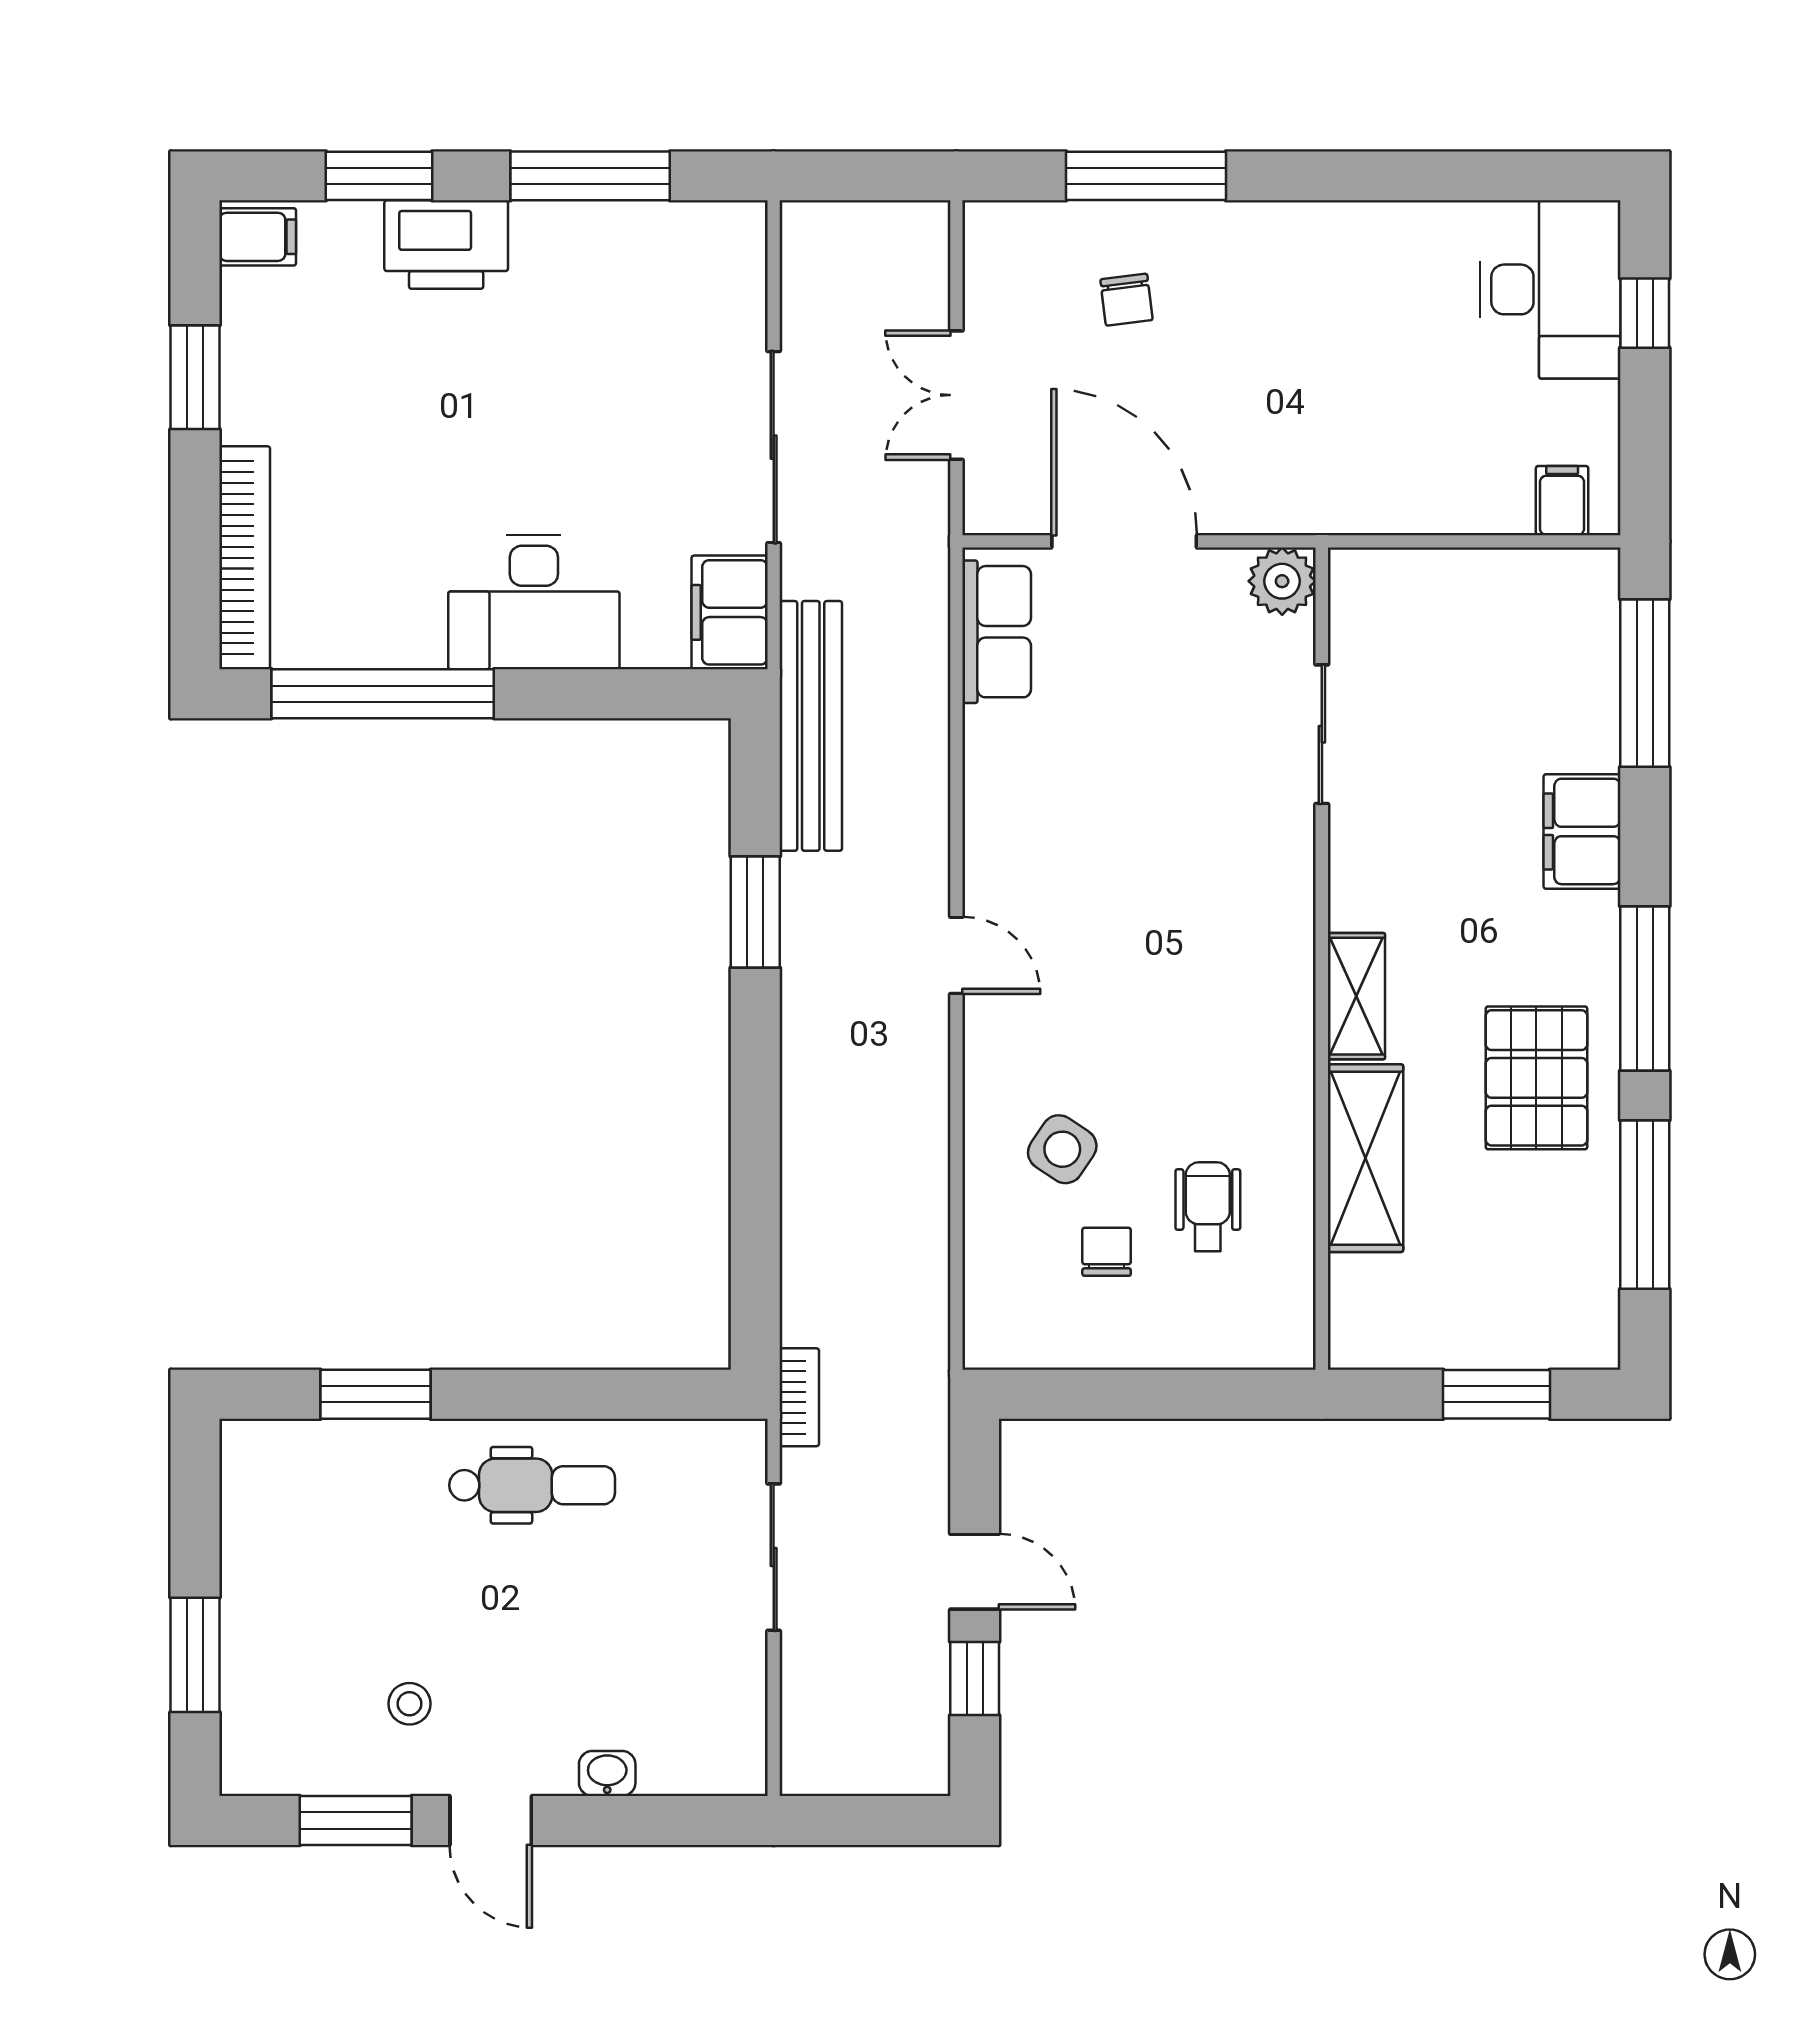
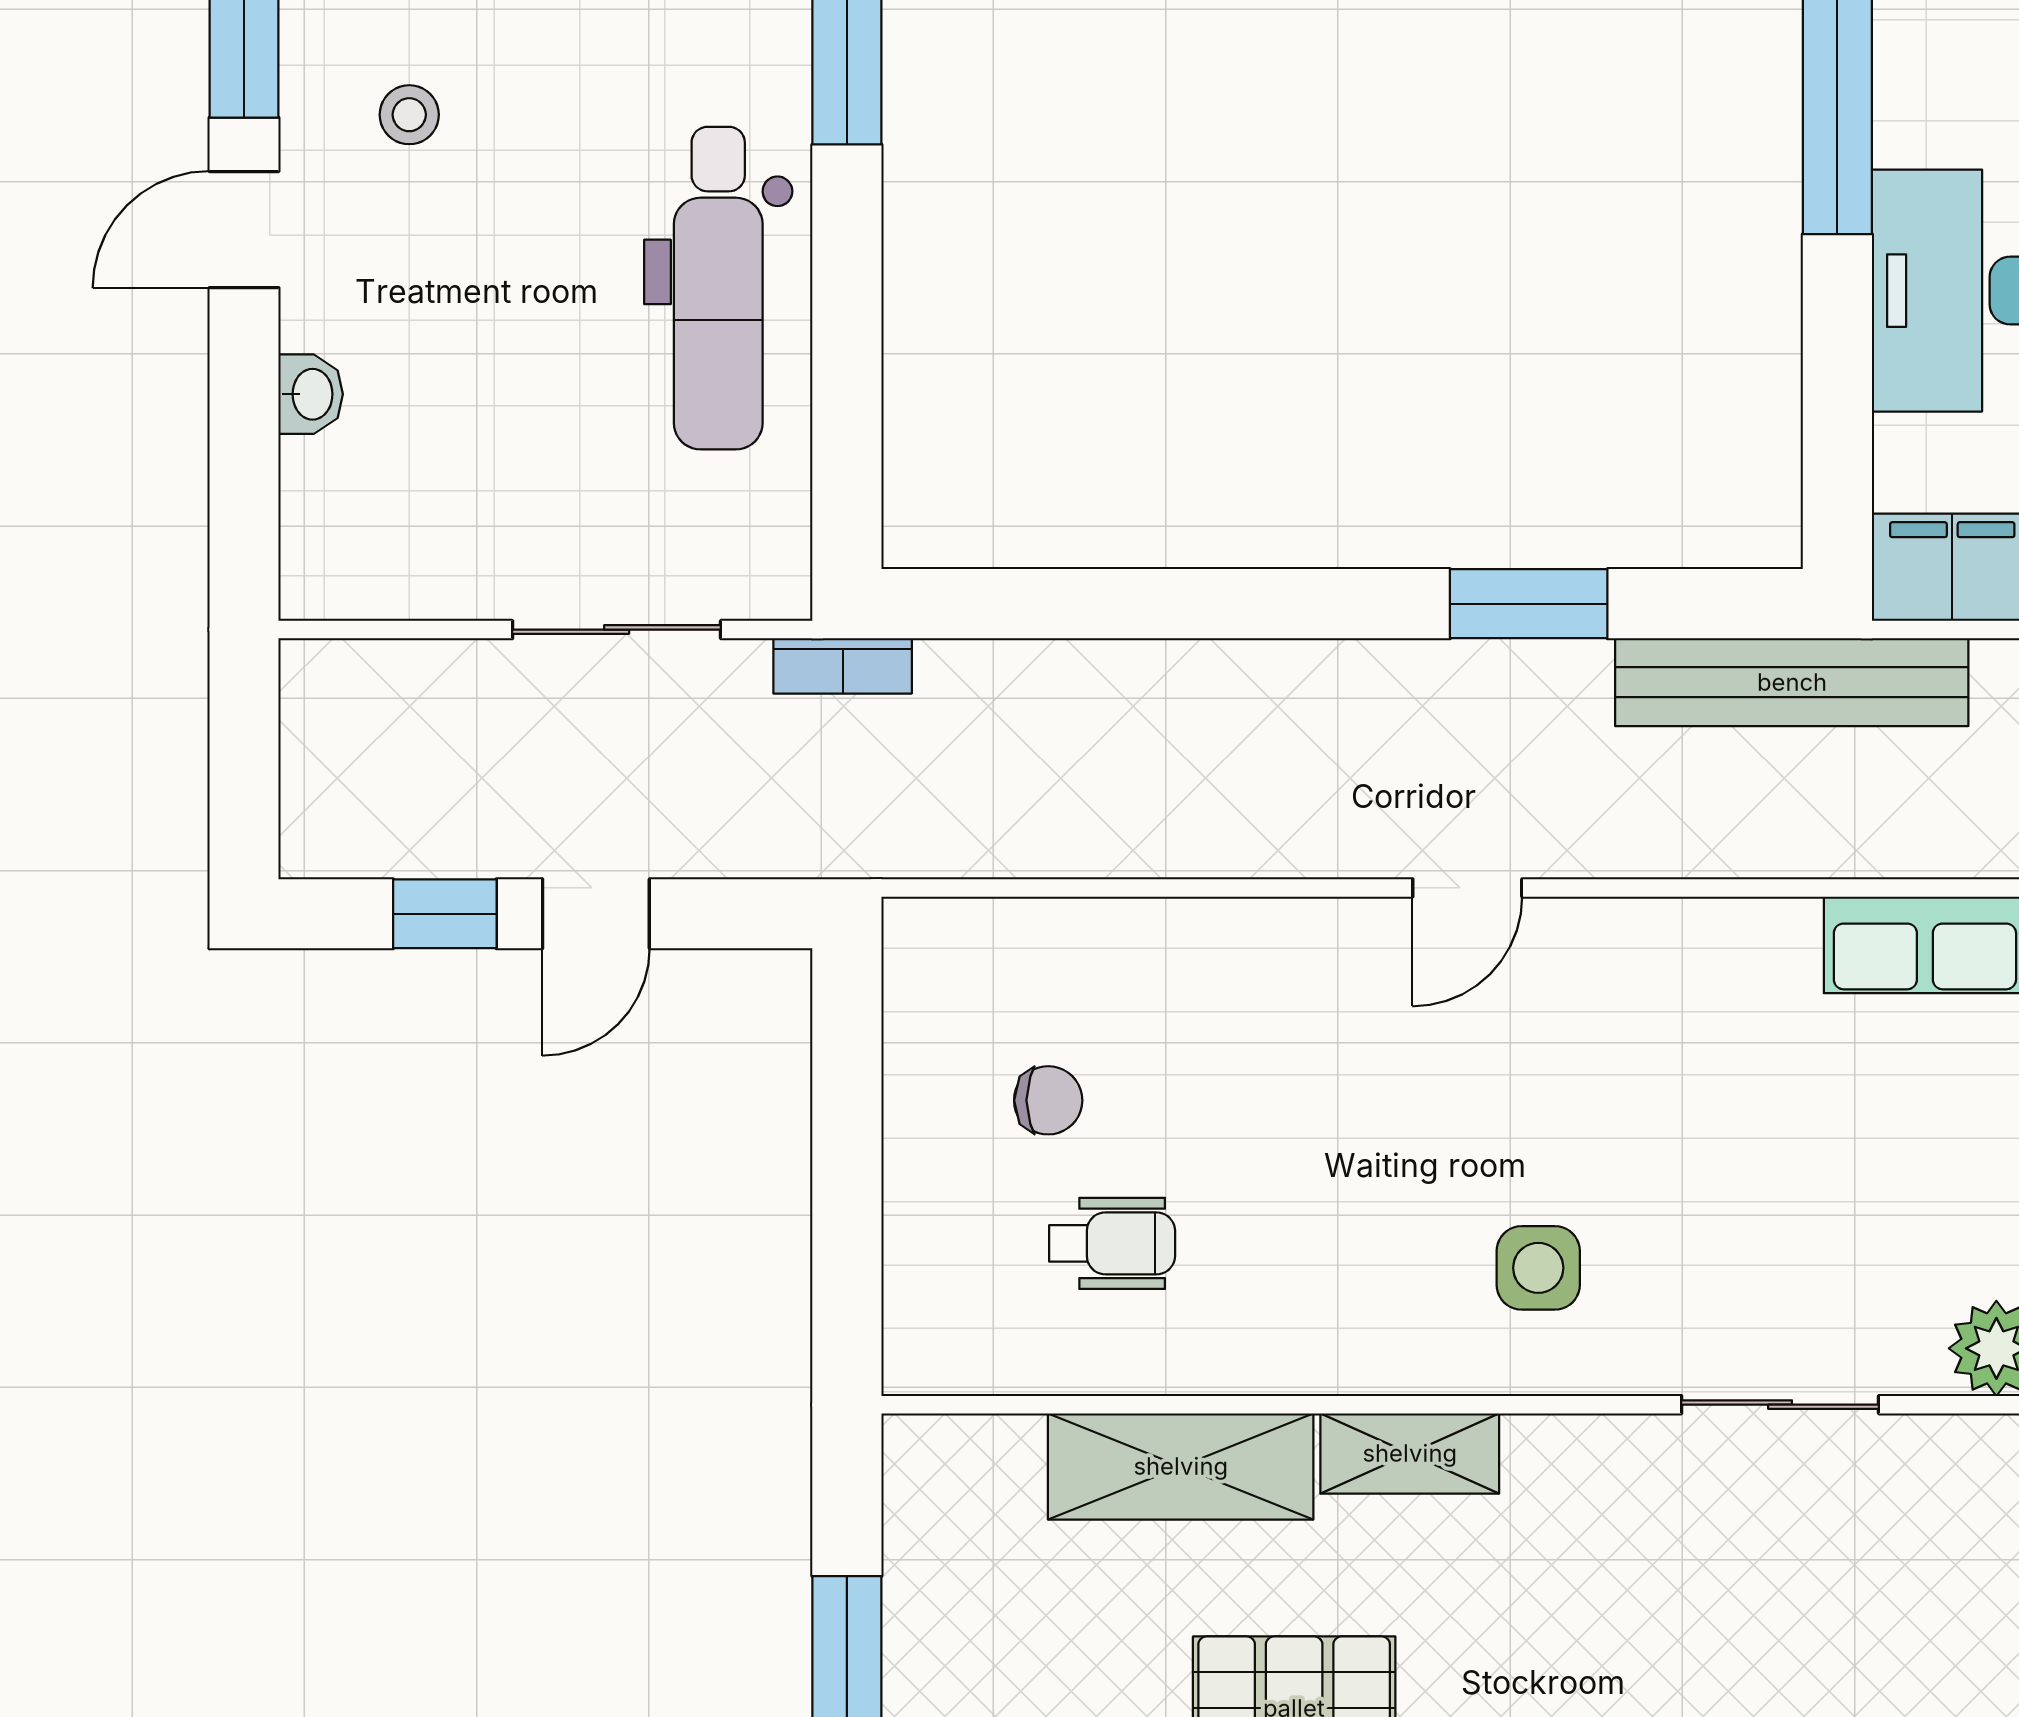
side table: (1062, 1149) -> (1538, 1268), moved, turned -34
dental chair: (532, 1485) -> (718, 288), width x1.36, depth x1.38

